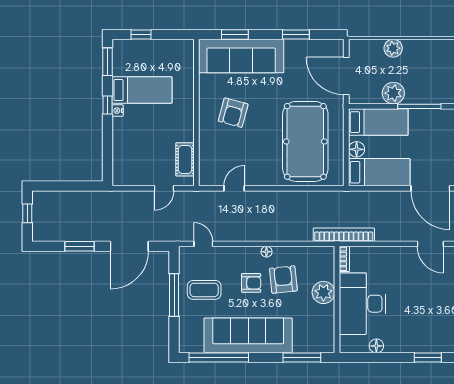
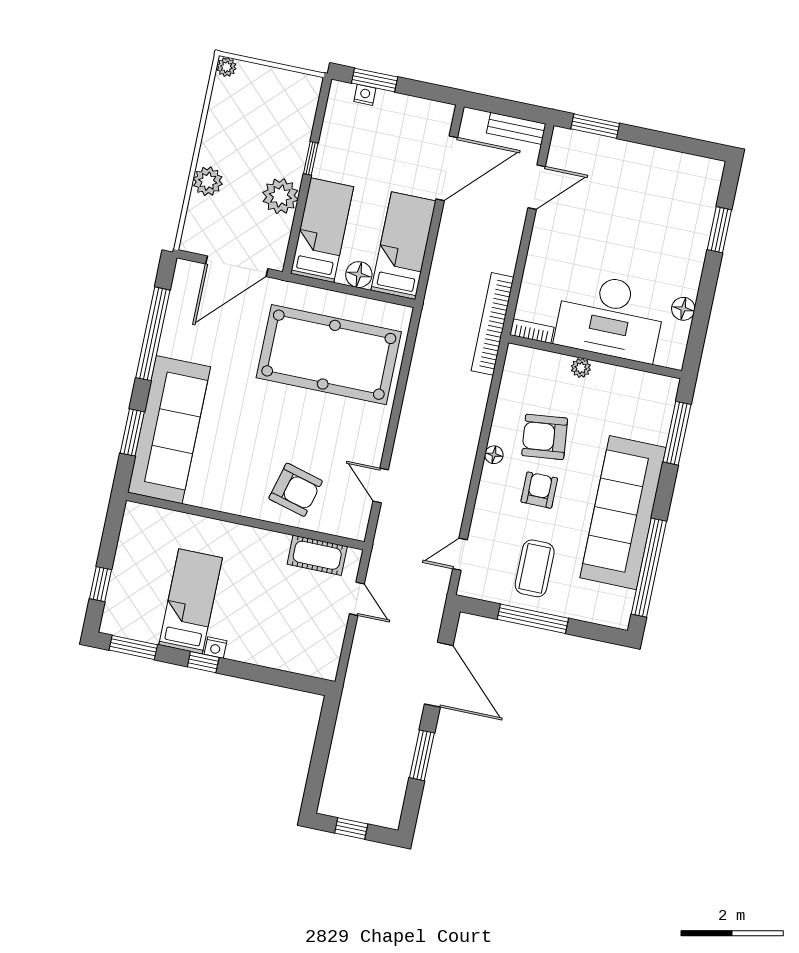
window: (296, 35) -> (153, 334), width x2.11
window: (419, 106) -> (311, 158), width x0.46
armchair: (233, 113) -> (296, 490), moved
plant: (323, 292) -> (581, 368), width x0.53, depth x0.53

